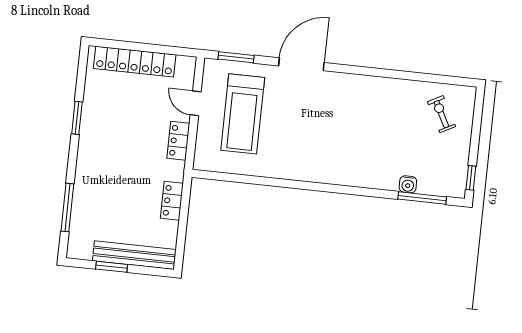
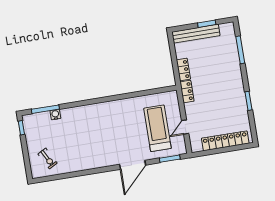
door: (196, 103) -> (185, 127), swing flipped
locker: (178, 141) -> (187, 92), moved

